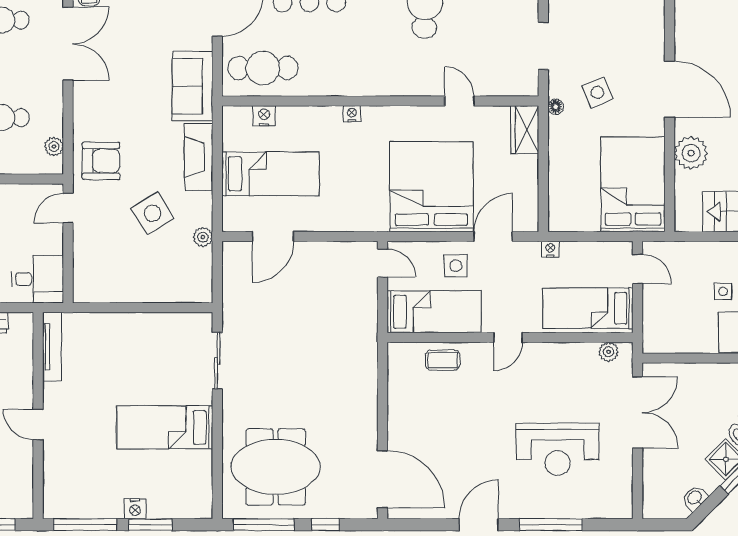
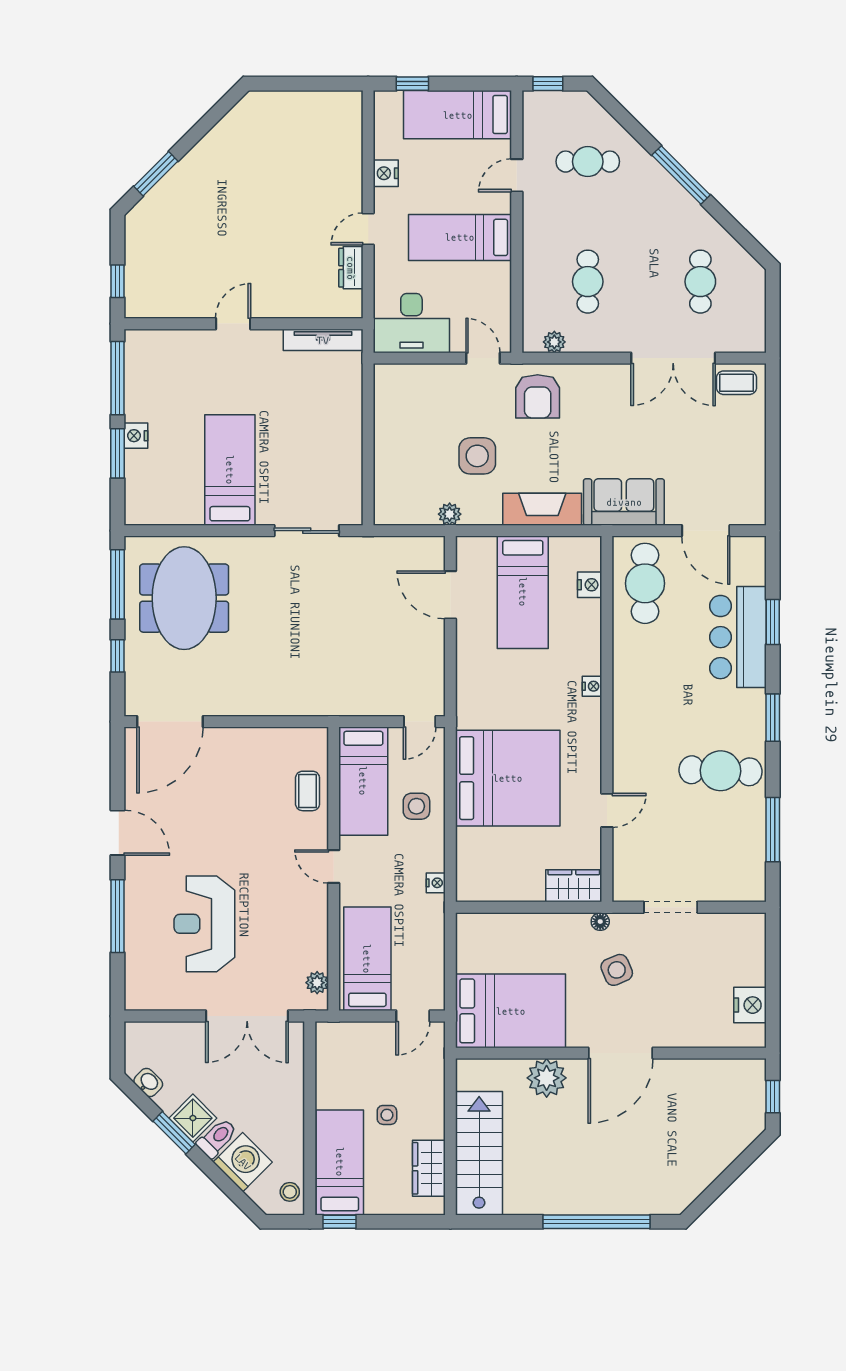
side table: (153, 213) -> (477, 456), turned 31
door: (493, 236) -> (450, 849), removed
nightstand: (550, 249) -> (436, 883), moved
desk: (38, 279) -> (411, 323), width x1.37

